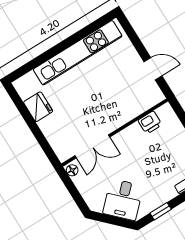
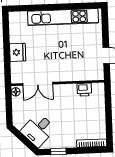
fridge: (38, 107) -> (18, 52), moved

